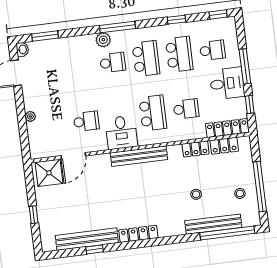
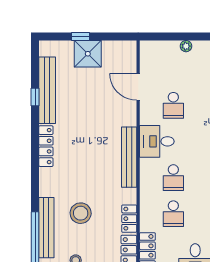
school desk: (153, 113) -> (173, 178), width x0.54
shower: (49, 173) -> (88, 54), moved
stool: (196, 194) -> (81, 213), width x1.89, depth x1.89

